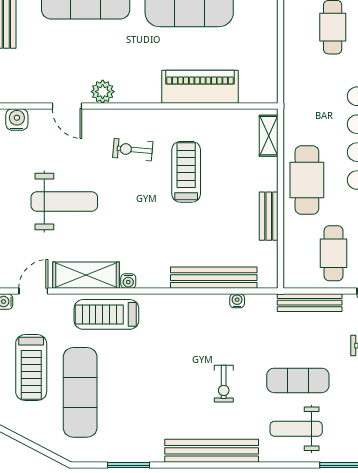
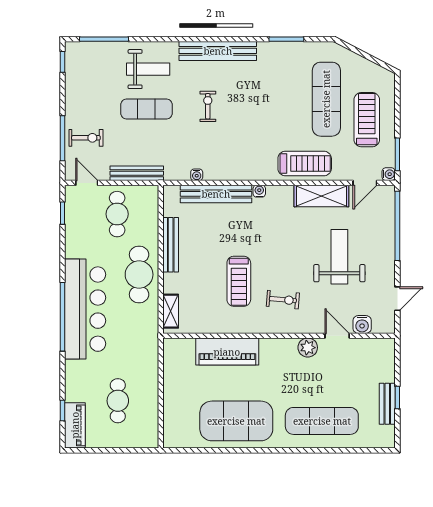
water cooler: (17, 120) -> (362, 324), moved
weight bench: (64, 202) -> (339, 257), turned 90
bench: (269, 216) -> (171, 245), width x1.36
water cooler: (128, 281) -> (259, 191), moved

